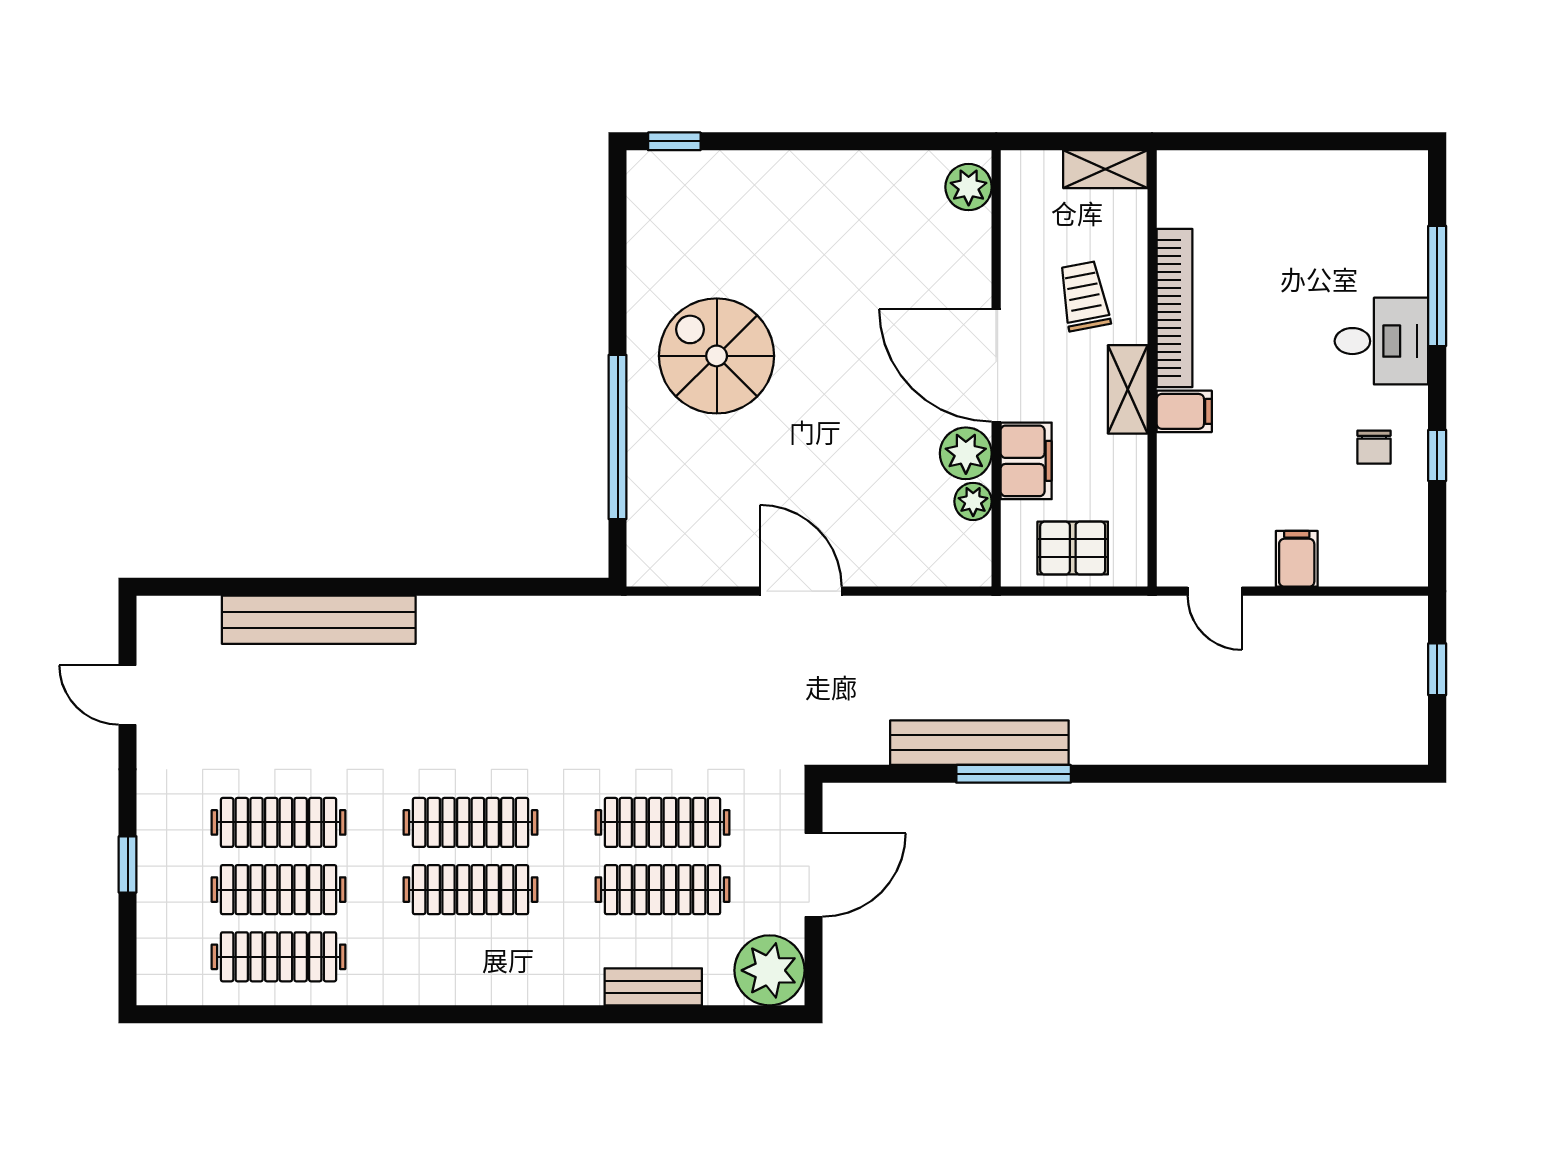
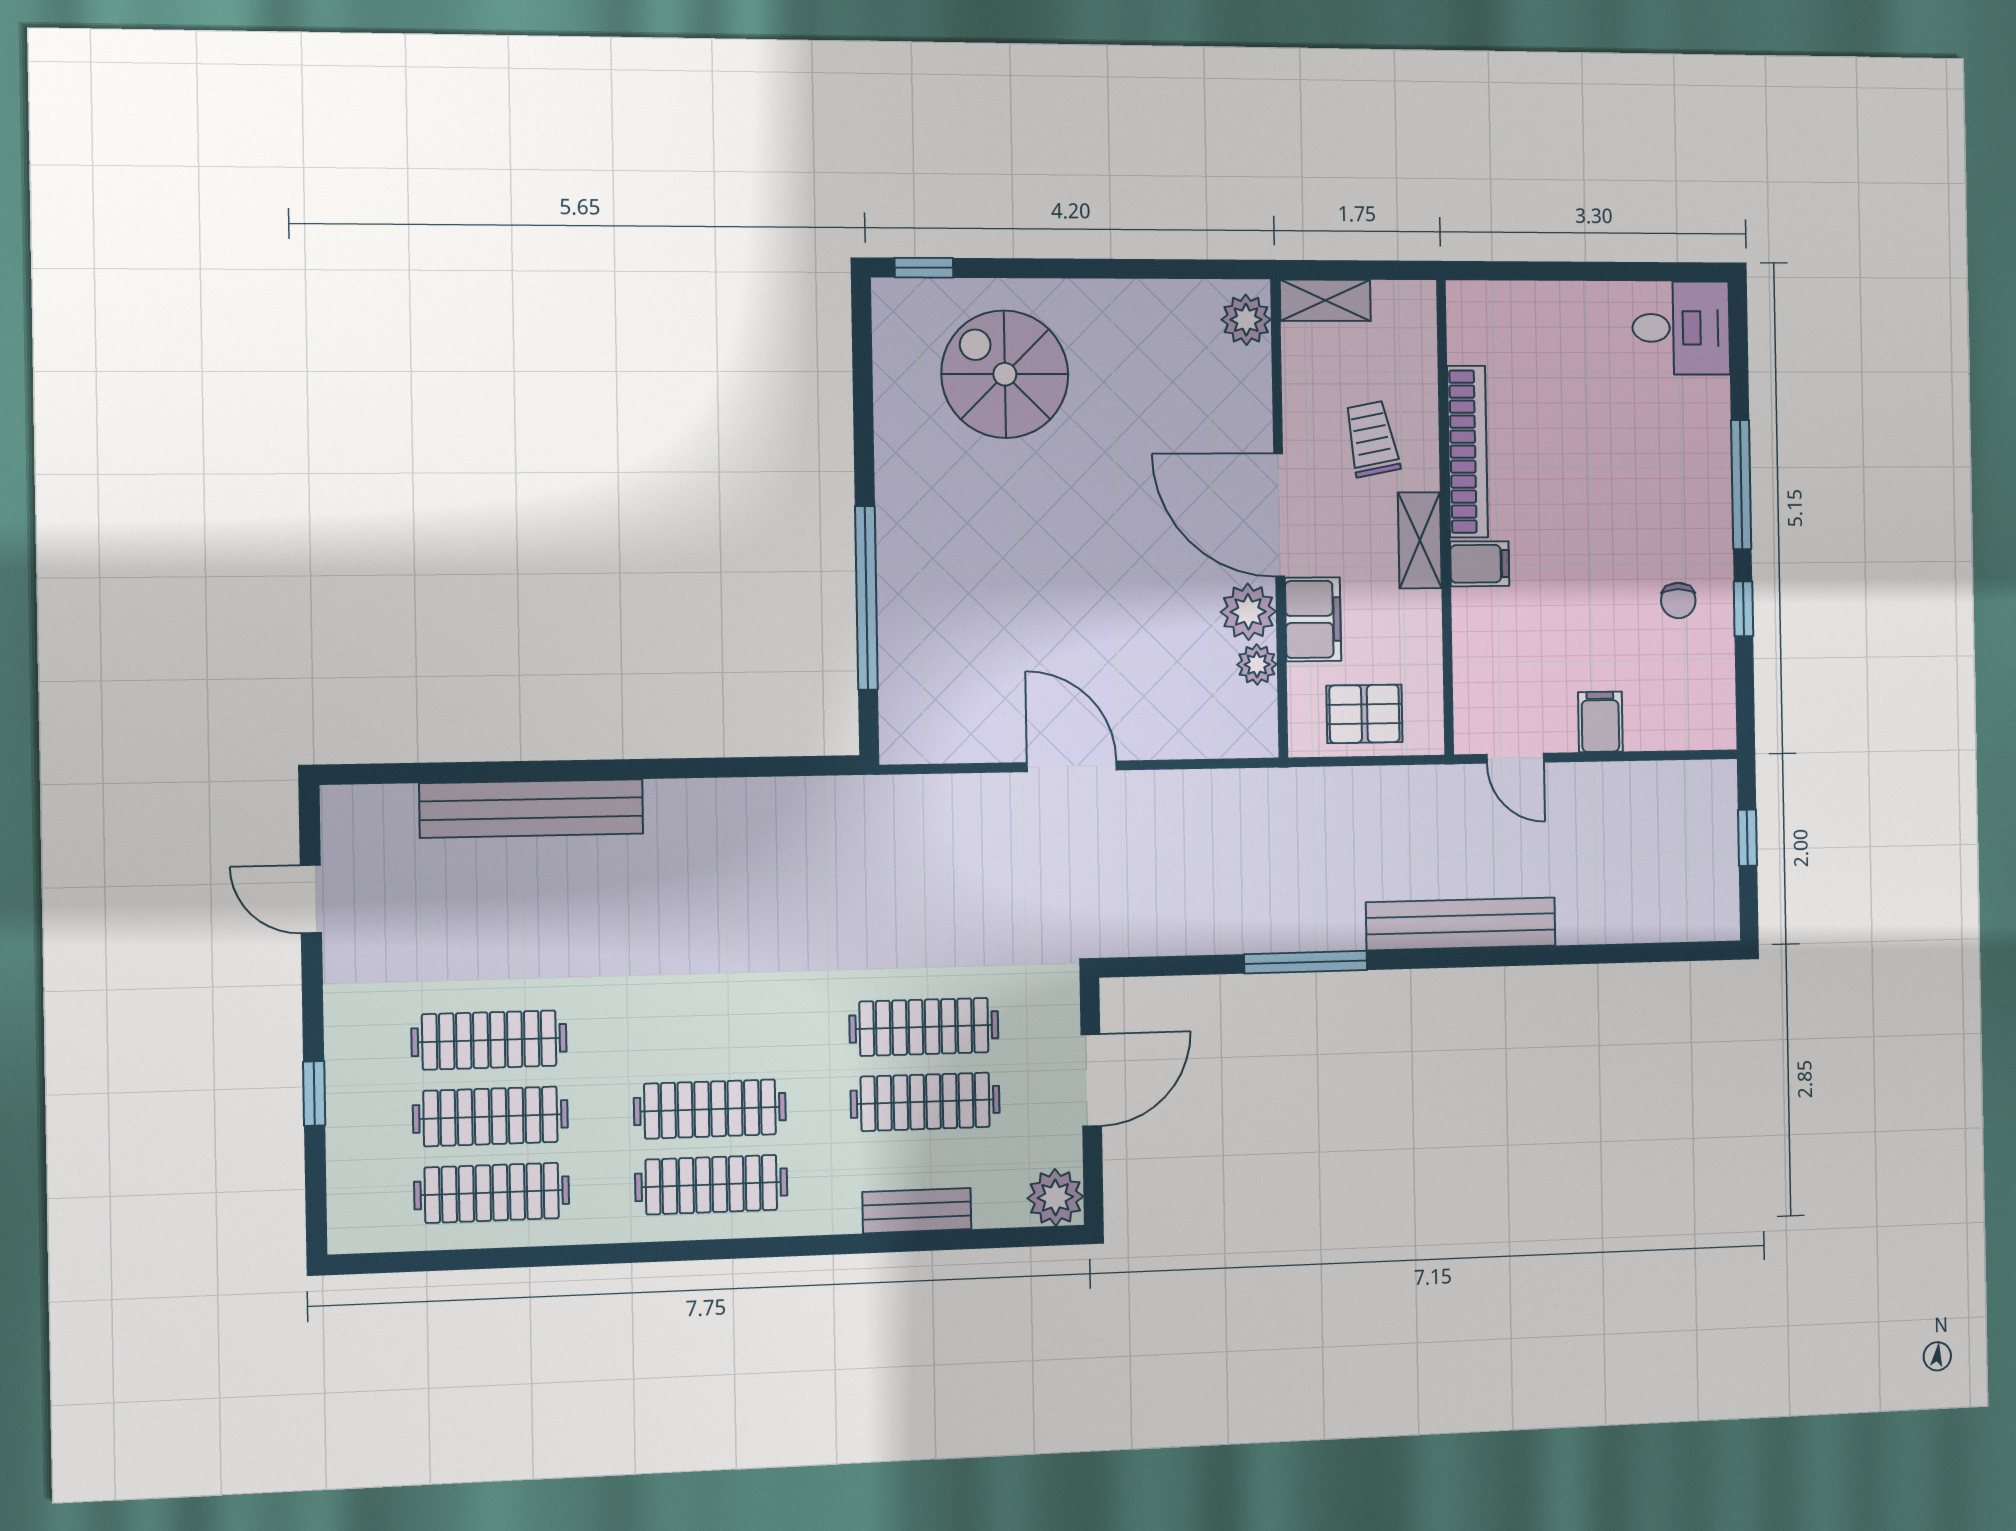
shelving: (1105, 169) -> (1325, 300), moved
window: (1437, 286) -> (1741, 485), moved
desk: (1381, 341) -> (1681, 328), moved
spiral stairs: (717, 356) -> (1005, 374), moved
bench: (979, 743) -> (1461, 924), moved
clothes rail: (471, 822) -> (711, 1185), moved
plant: (770, 970) -> (1055, 1197), width x0.73, depth x0.73

